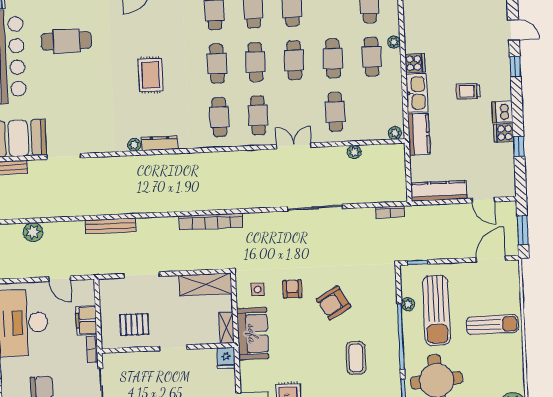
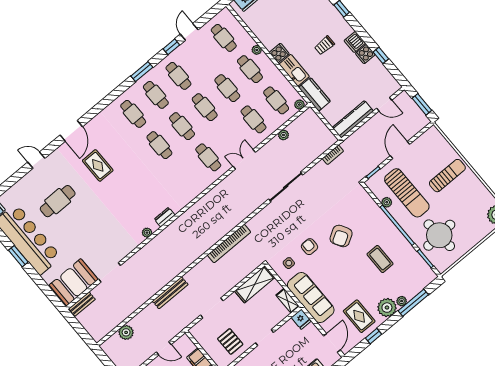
rug: (151, 75) -> (98, 165), moved
cafe table: (219, 117) -> (276, 100), moved
dresser: (160, 143) -> (165, 217), width x0.70
door: (491, 259) -> (400, 150), moved
pallet: (134, 324) -> (230, 341), turned 90
sofa: (253, 334) -> (311, 298), width x1.36

